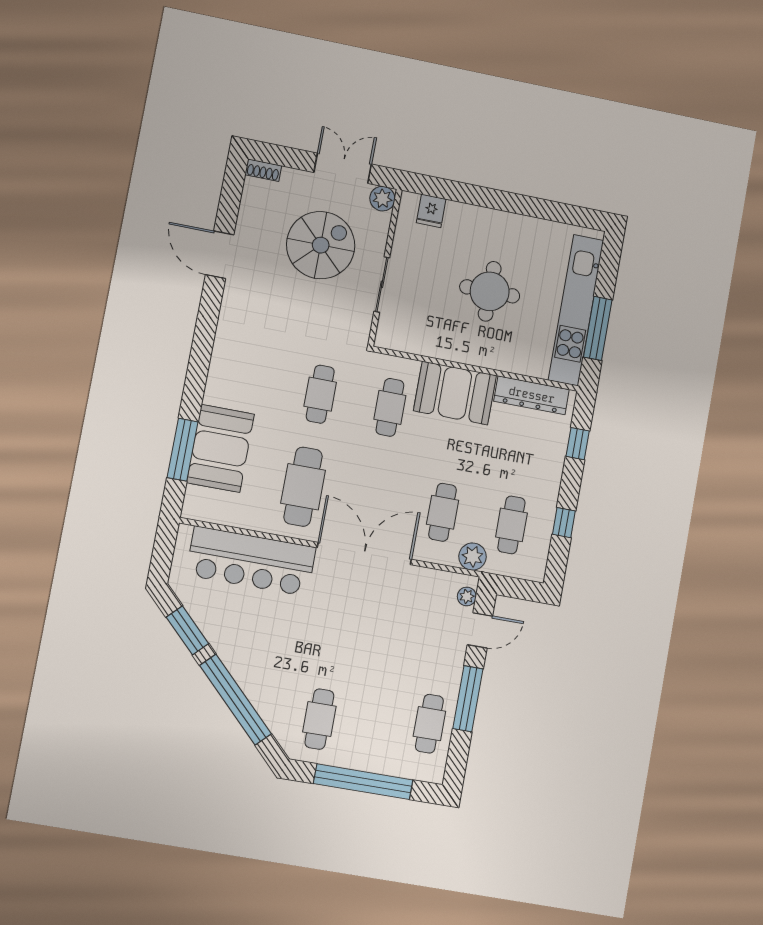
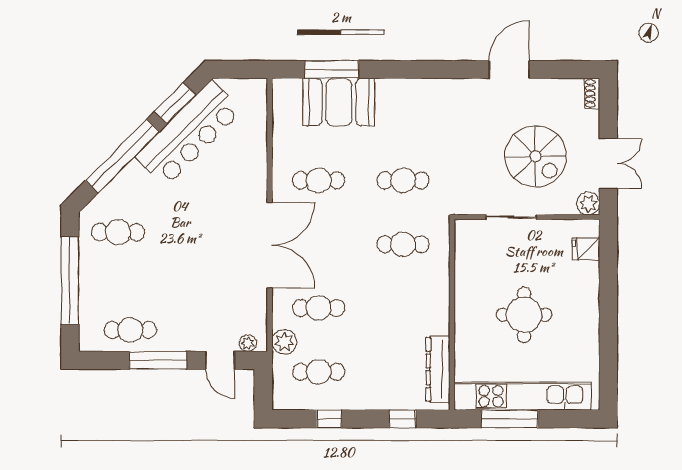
booth: (455, 393) -> (427, 300), removed
cafe table: (303, 487) -> (319, 180), width x0.73, depth x0.74
bar counter: (251, 561) -> (189, 133), moved, turned -135

